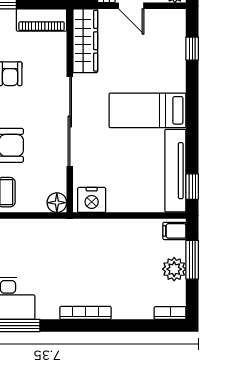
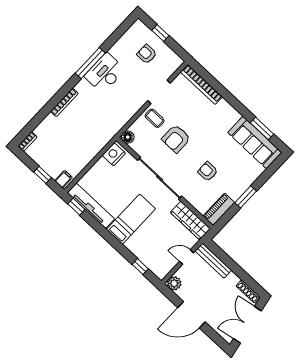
window: (192, 260) -> (43, 175), width x0.67
plant: (174, 269) -> (46, 162), removed

